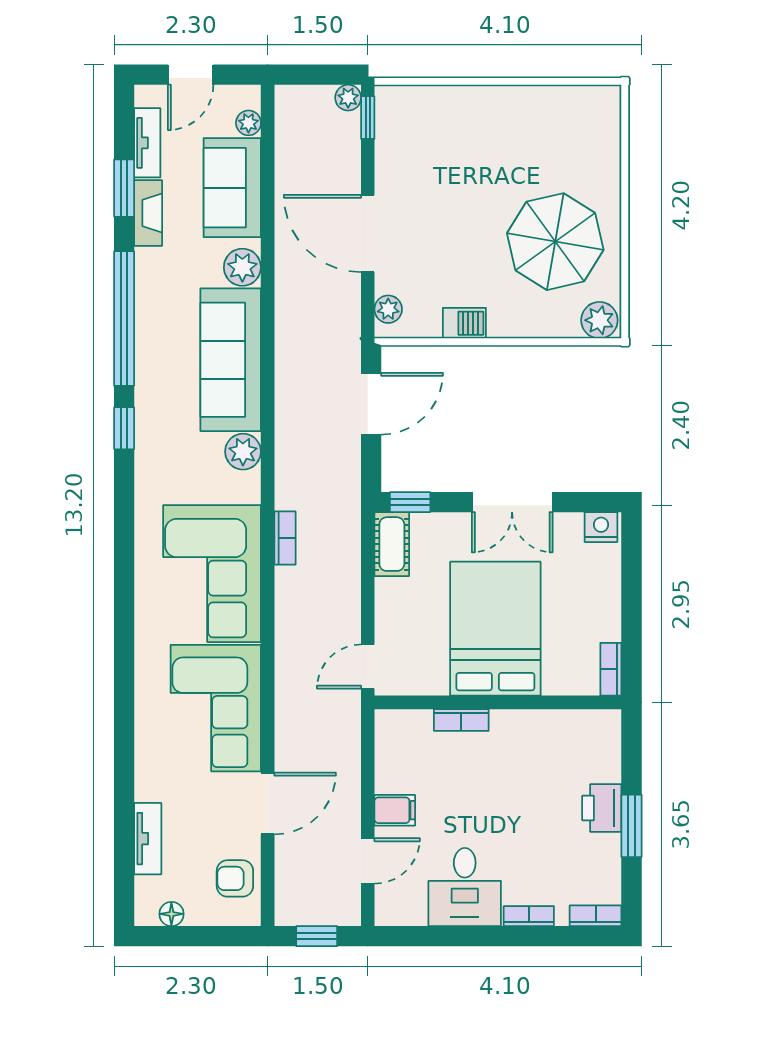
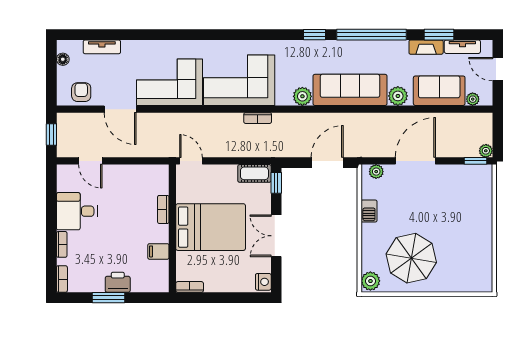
door: (371, 404) -> (327, 163), swing flipped
filing cabinet: (395, 810) -> (158, 251), moved, turned 90

